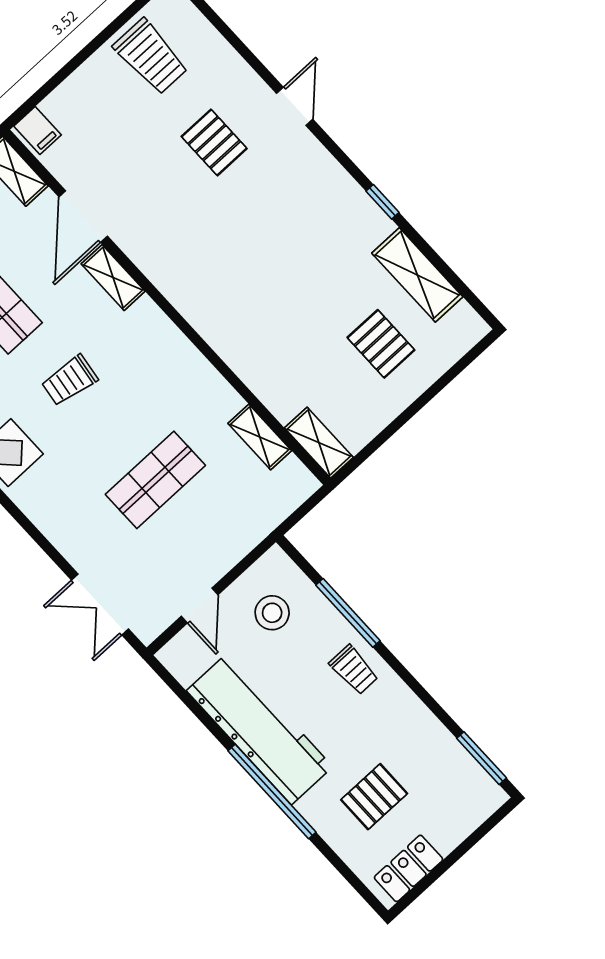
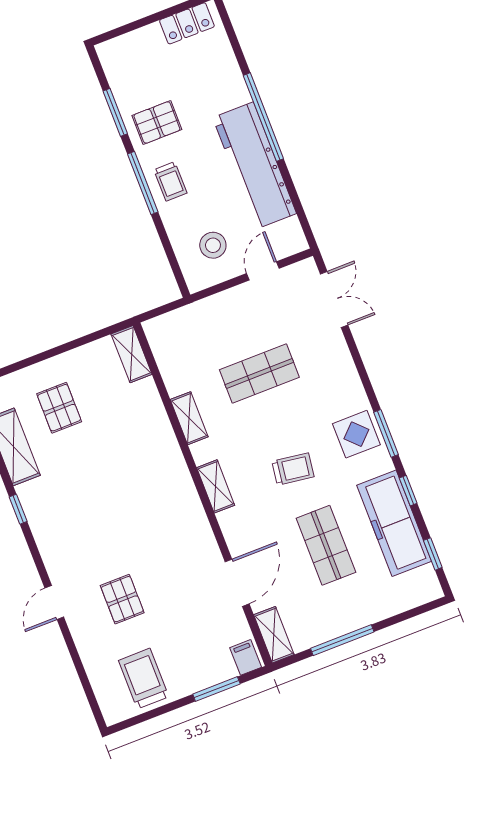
window: (58, 79) -> (216, 689), added
shelving: (113, 278) -> (216, 486), moved
shelving: (260, 437) -> (189, 418), moved
window: (348, 613) -> (143, 183), moved
trolley: (354, 670) -> (170, 181), turned 180
window: (482, 758) -> (115, 112), moved
pallet: (374, 797) -> (157, 122), moved

